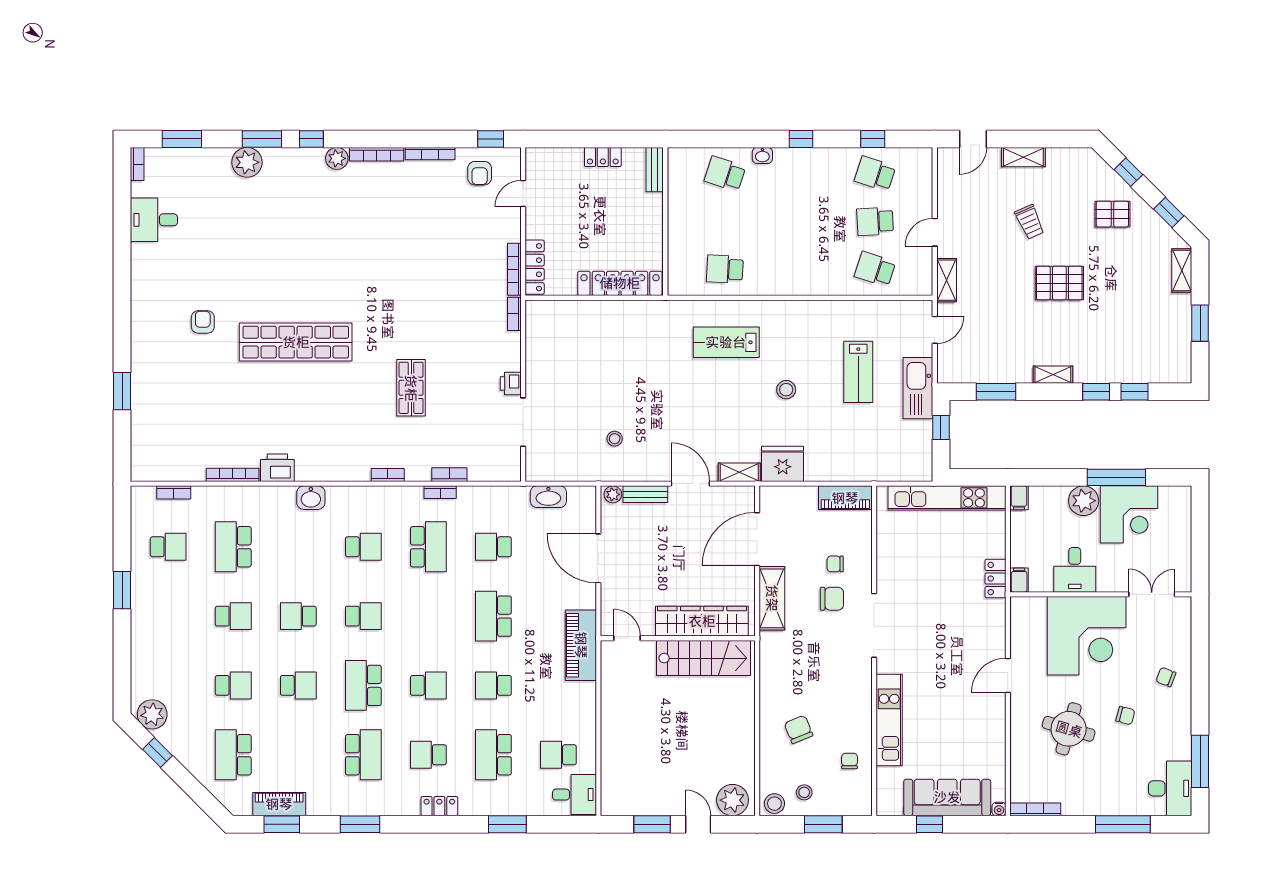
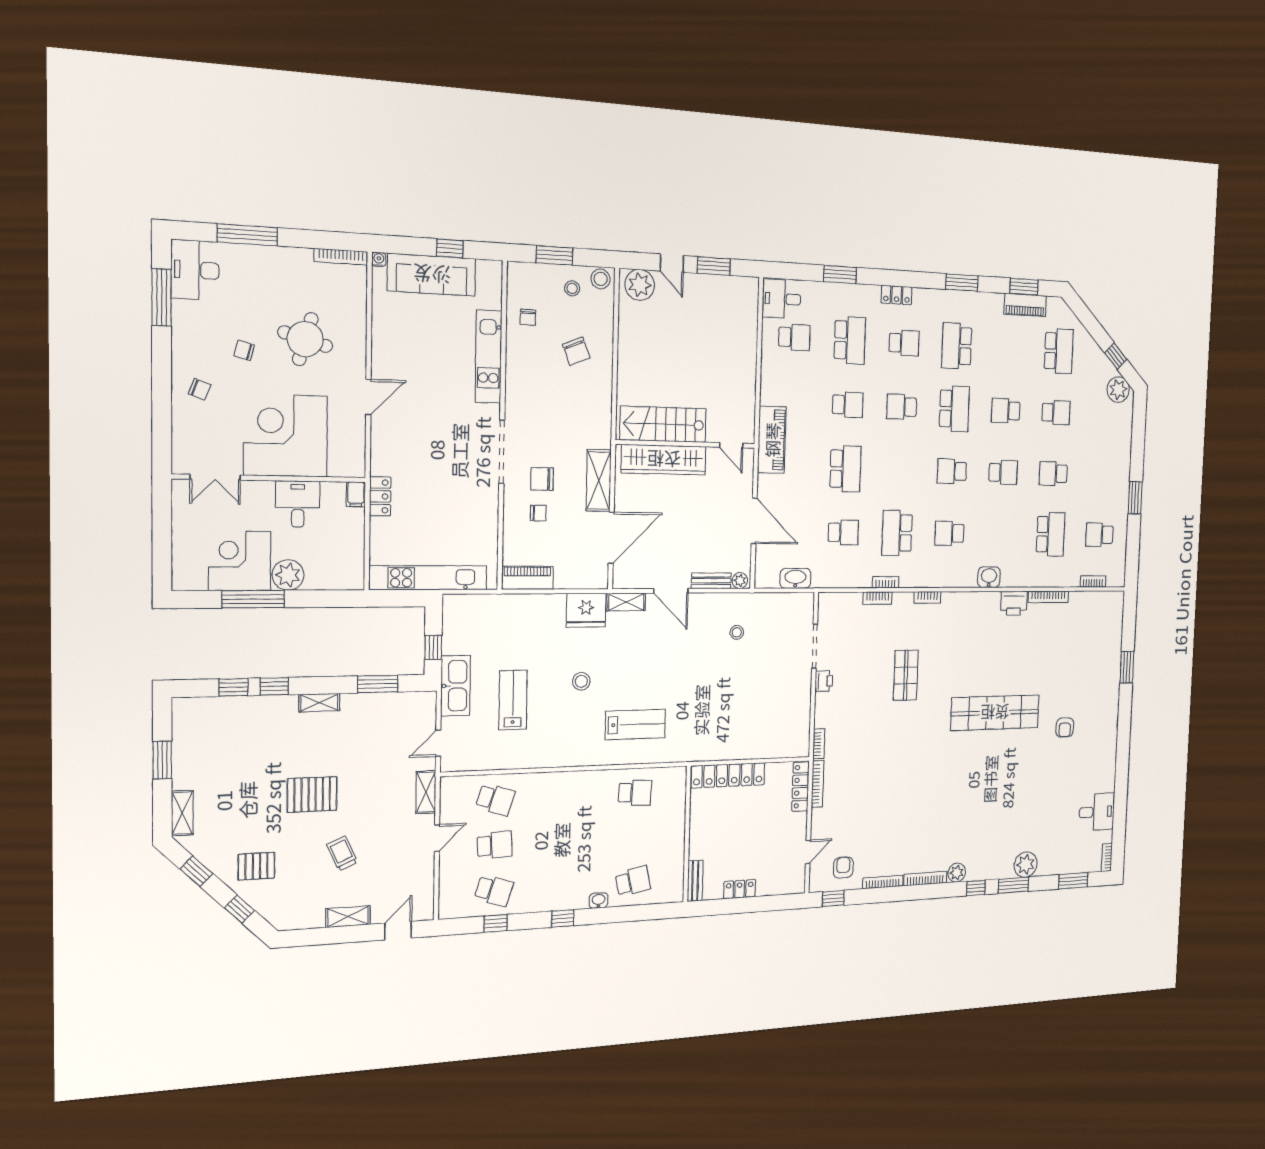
school desk: (725, 174) -> (633, 881), turned -30
filing cabinet: (1019, 498) -> (355, 578), removed
school desk: (233, 685) -> (1056, 413), turned 180

